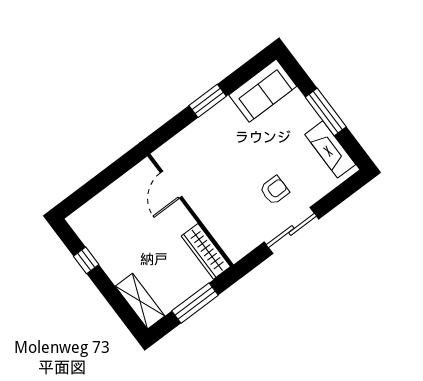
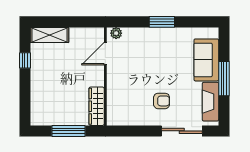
sofa: (263, 91) -> (206, 60), moved, turned 90
plant: (166, 152) -> (116, 33), added
sliding door: (291, 230) -> (182, 131), moved
shelving: (140, 301) -> (50, 35), moved, turned 90

